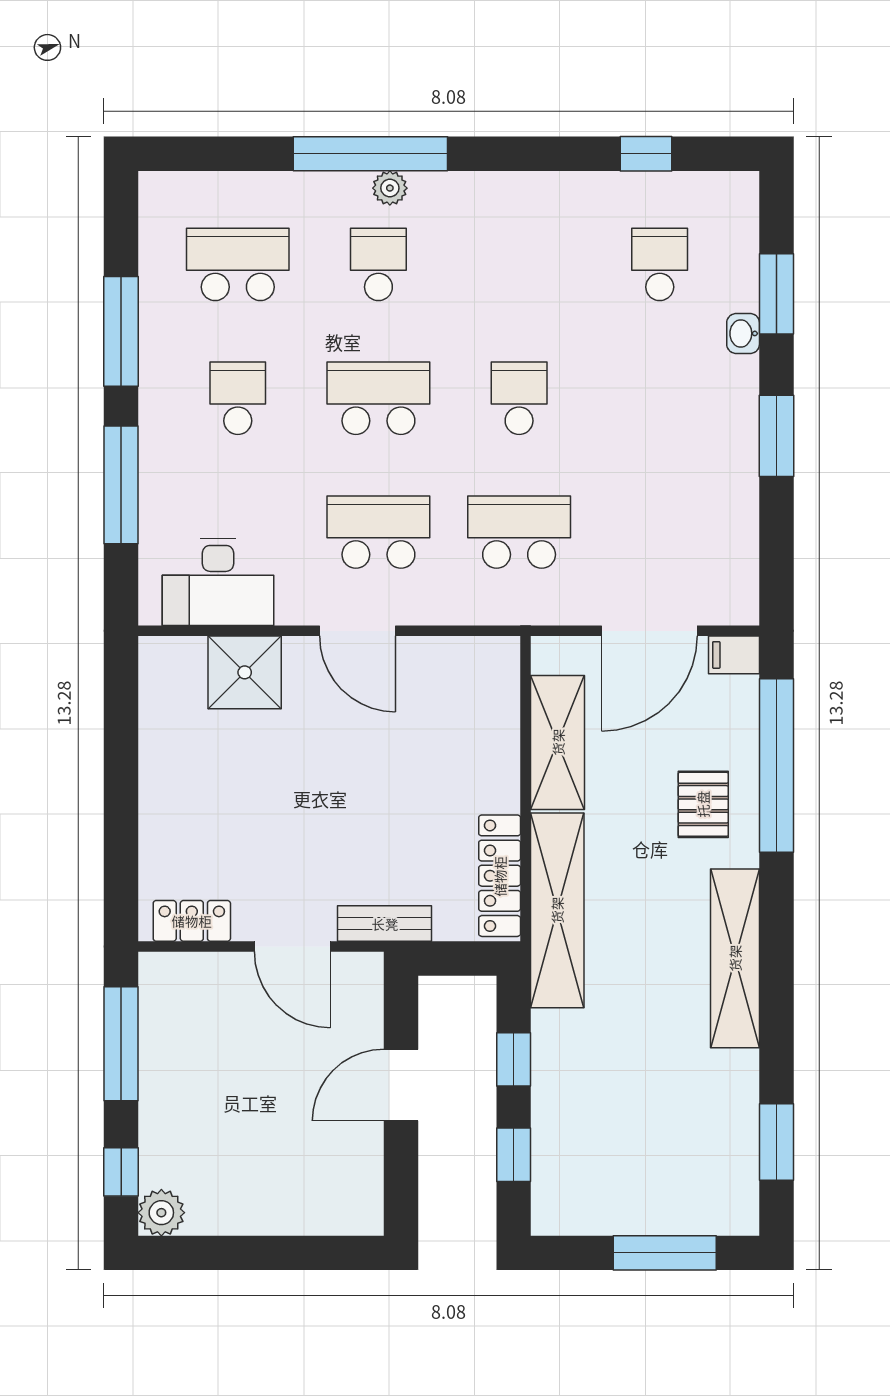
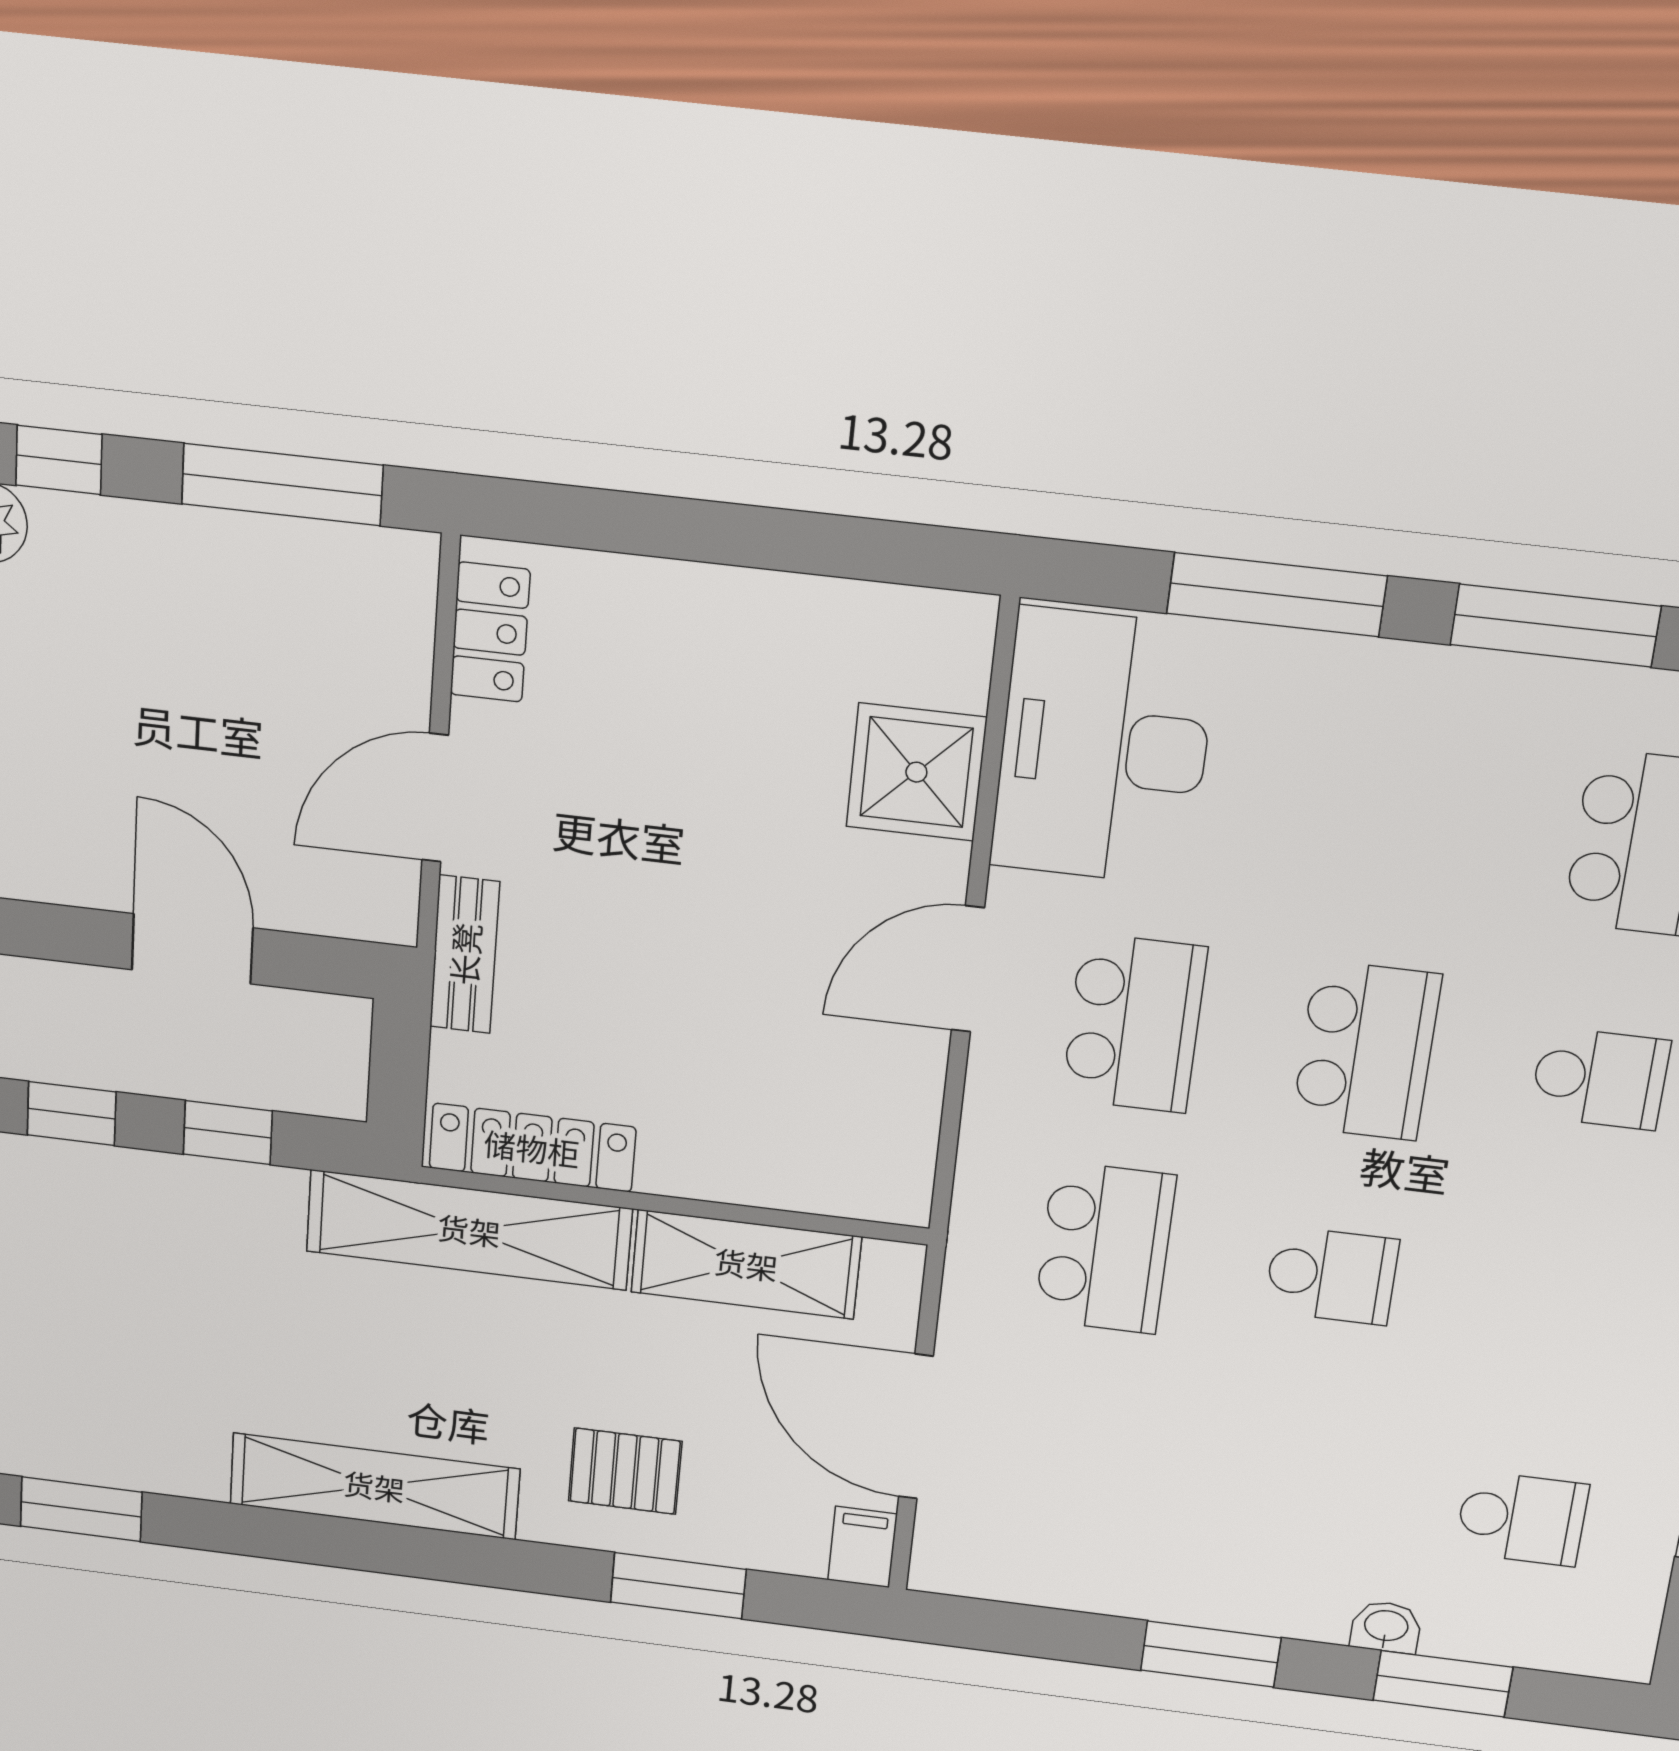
school desk: (238, 398) -> (1402, 816), removed
desk: (218, 582) -> (1104, 747), width x1.36, depth x1.30
window: (776, 765) -> (678, 1586), width x0.47

